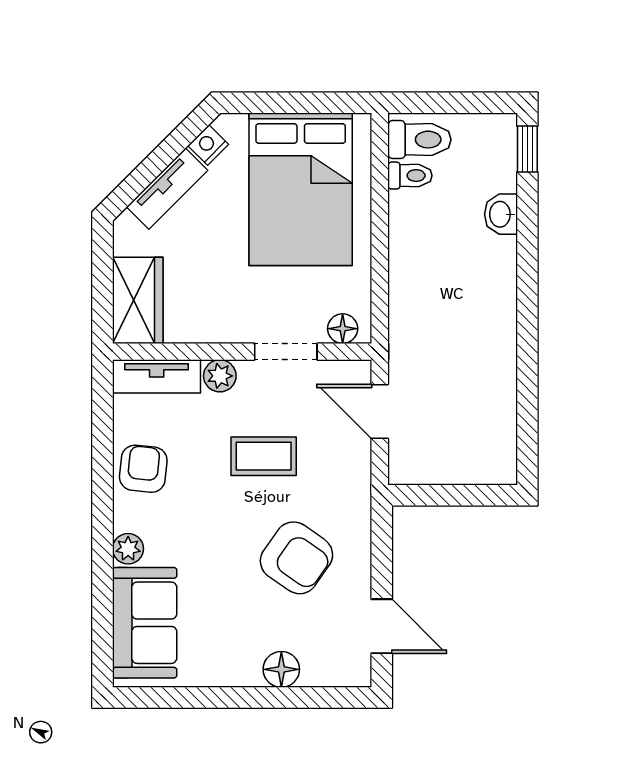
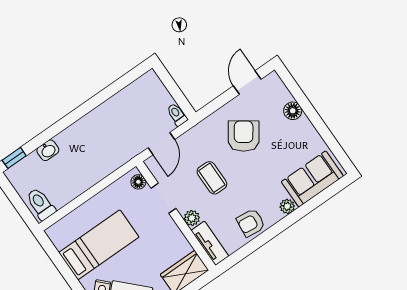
toilet: (410, 176) -> (177, 115), moved
bed: (301, 189) -> (99, 245), width x0.67

